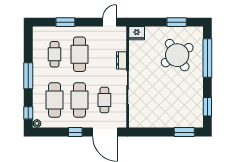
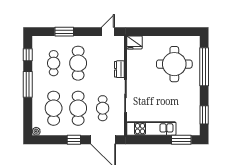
window: (177, 22) -> (174, 32), removed
round table: (177, 55) -> (174, 64), turned 33
window: (28, 113) -> (28, 55), moved
kitchen unit: (154, 121) -> (151, 129), added

